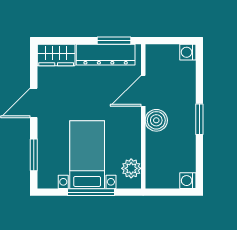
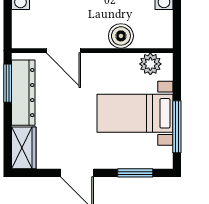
boiler: (156, 120) -> (121, 36), moved
window: (91, 192) -> (177, 127), moved

